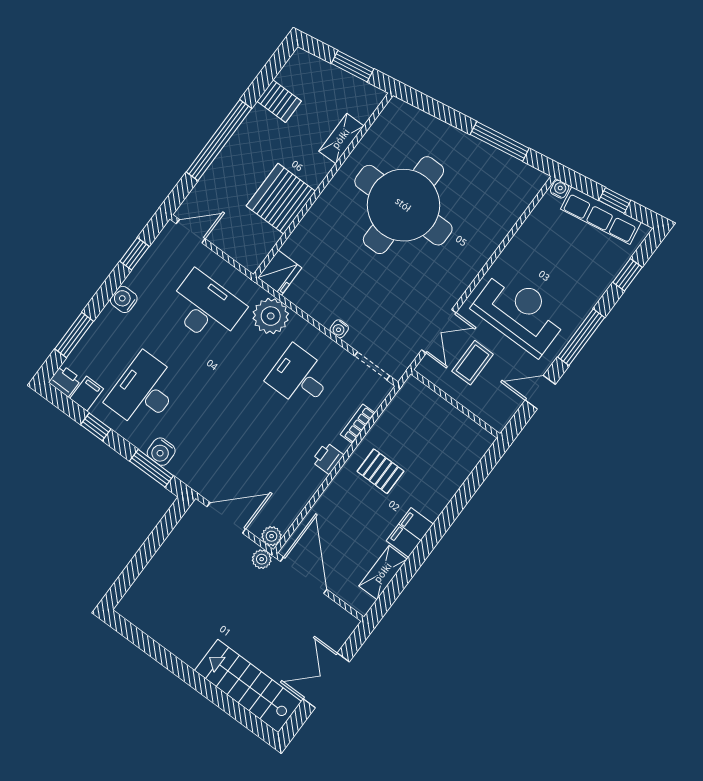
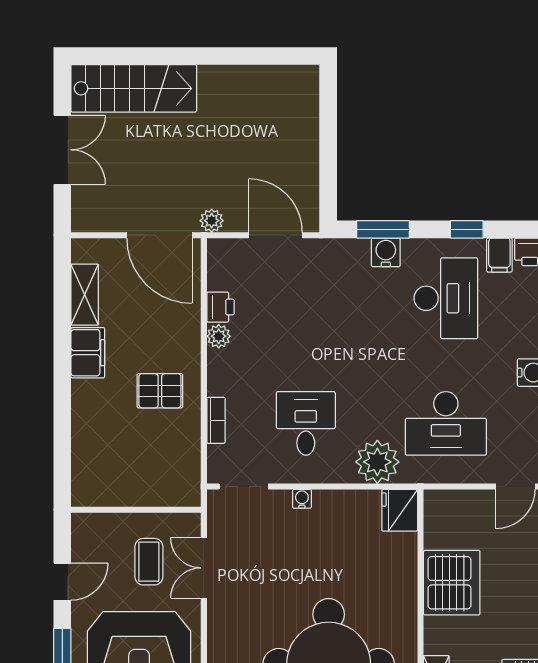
desk: (299, 377) -> (306, 423), turned -90
printer: (328, 458) -> (220, 307), moved
door: (226, 518) -> (275, 235), swing flipped
plant: (272, 536) -> (219, 336), moved

